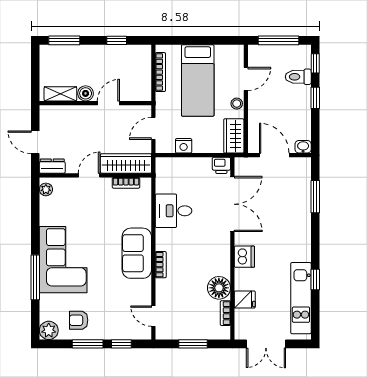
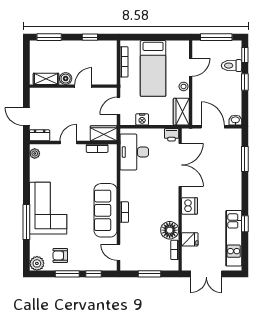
wardrobe: (126, 163) -> (104, 133), width x0.67
desk: (174, 211) -> (134, 152), moved, width x1.37
sofa: (137, 253) -> (106, 210), width x1.36

